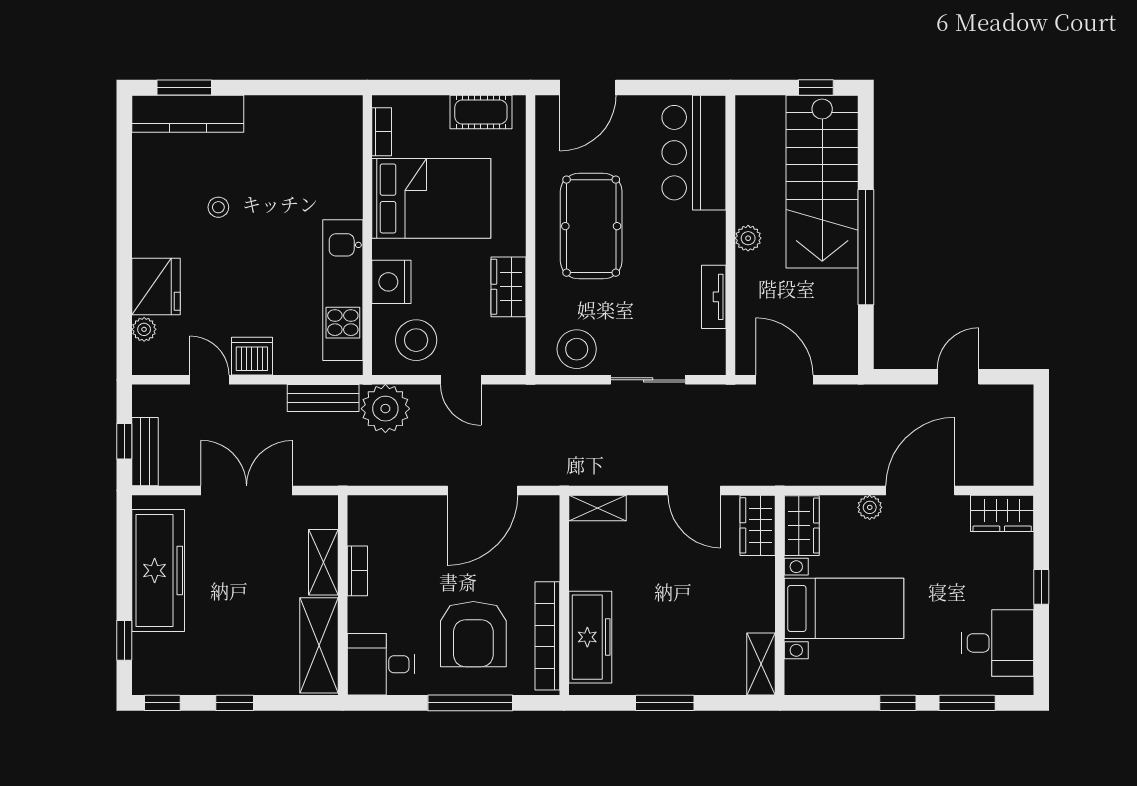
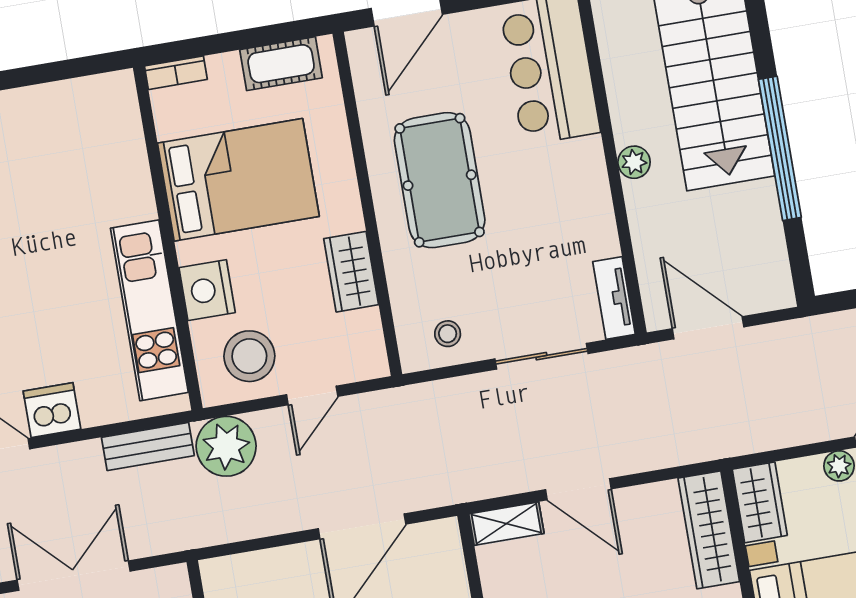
bookcase: (382, 132) -> (176, 73), moved, turned 90
tv unit: (714, 297) -> (614, 298), moved
stool: (577, 349) -> (448, 334), width x0.53, depth x0.53
door: (461, 380) -> (312, 395), hinge flipped
door: (694, 491) -> (578, 489), moved
wardrobe: (758, 525) -> (709, 530), width x1.50

